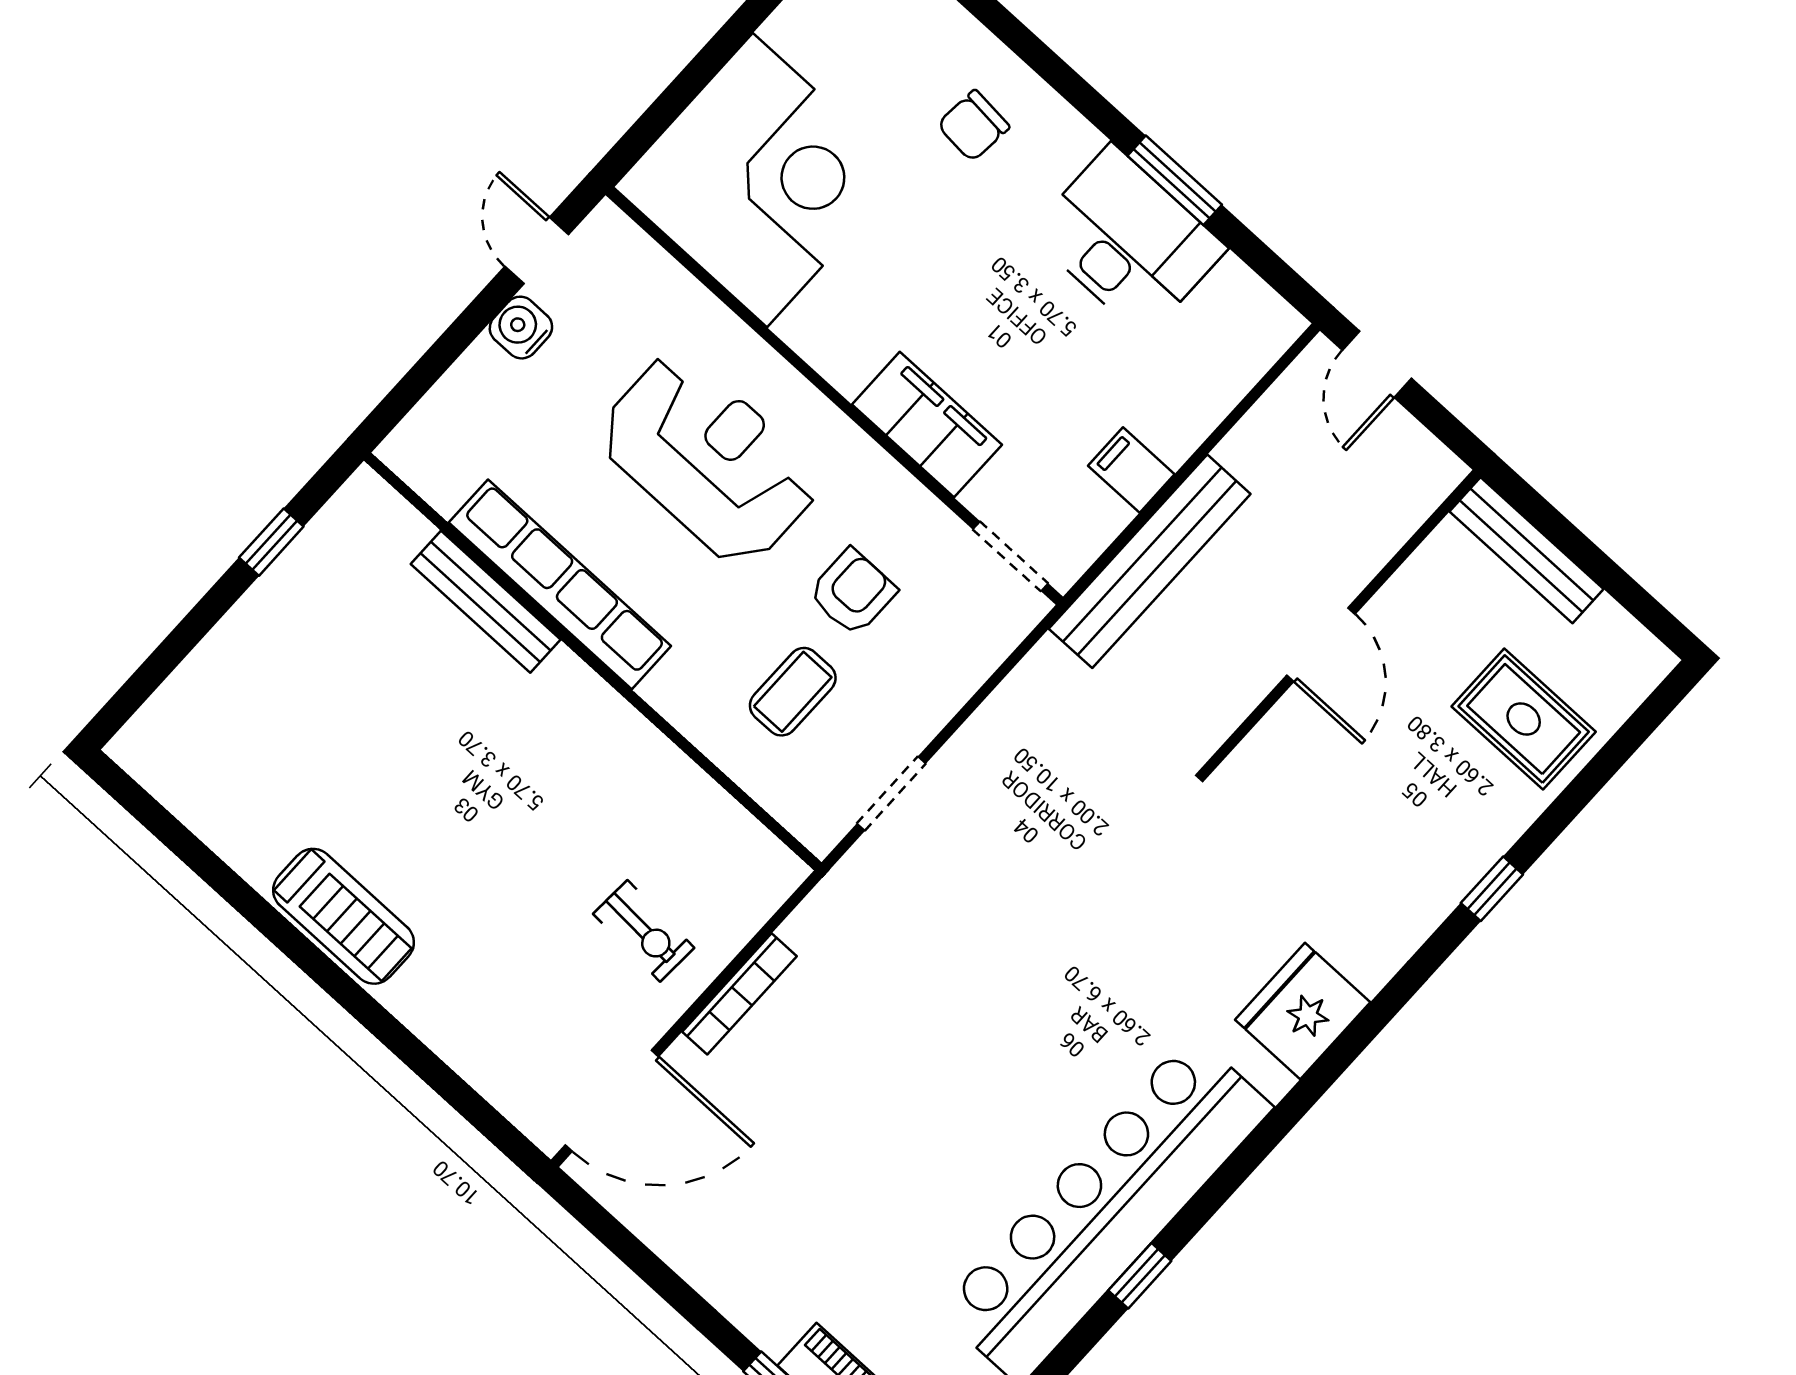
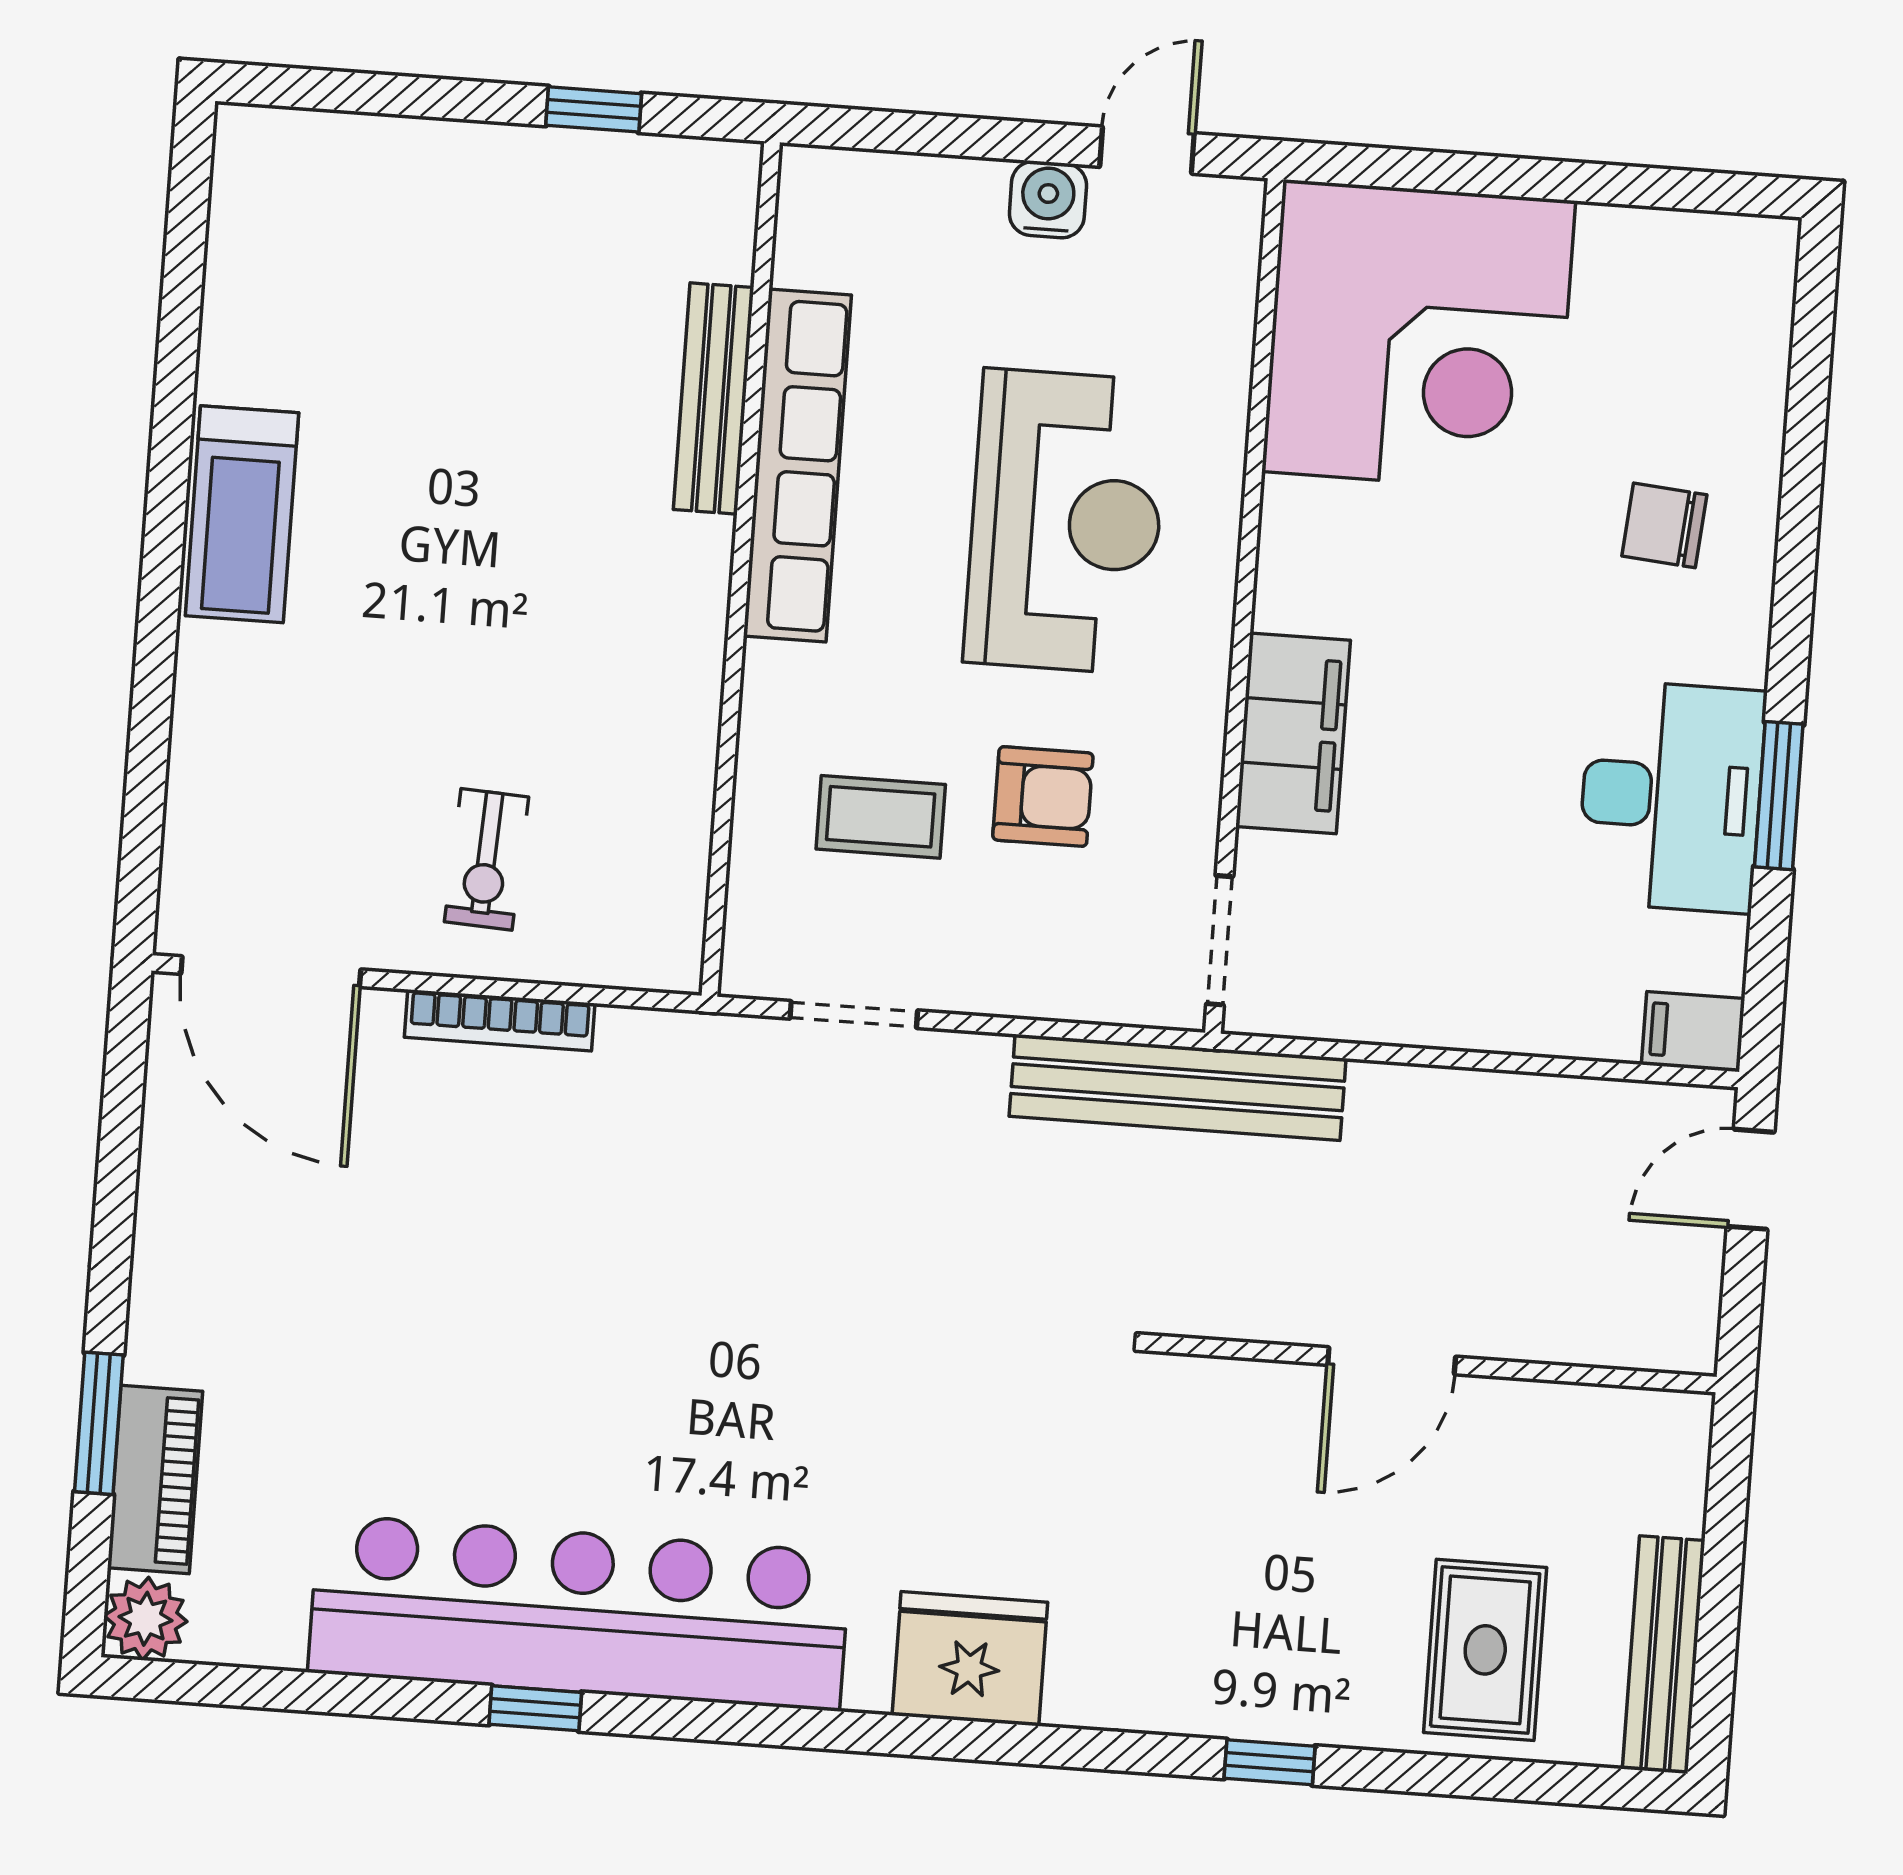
filing cabinet: (1131, 470) -> (1693, 1032), moved, turned -90
bench: (1527, 550) -> (1664, 1655), moved
bench: (1150, 561) -> (1178, 1087), moved

